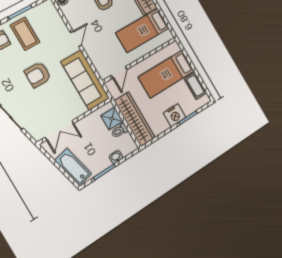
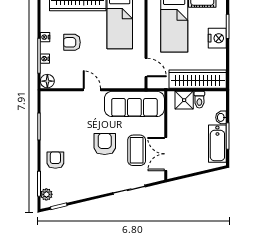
coffee table: (25, 34) -> (137, 150), moved, turned 90
armchair: (38, 75) -> (105, 144), turned 180
double door: (59, 130) -> (166, 154), swing flipped
bathtub: (73, 167) -> (217, 144), moved, turned -77

